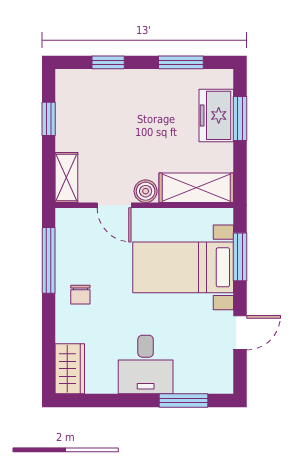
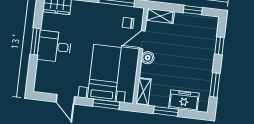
window: (240, 119) -> (166, 111), moved
shelving: (196, 188) -> (143, 92), width x0.67, depth x0.75
chair: (80, 295) -> (128, 23), moved
window: (184, 400) -> (35, 41), moved

